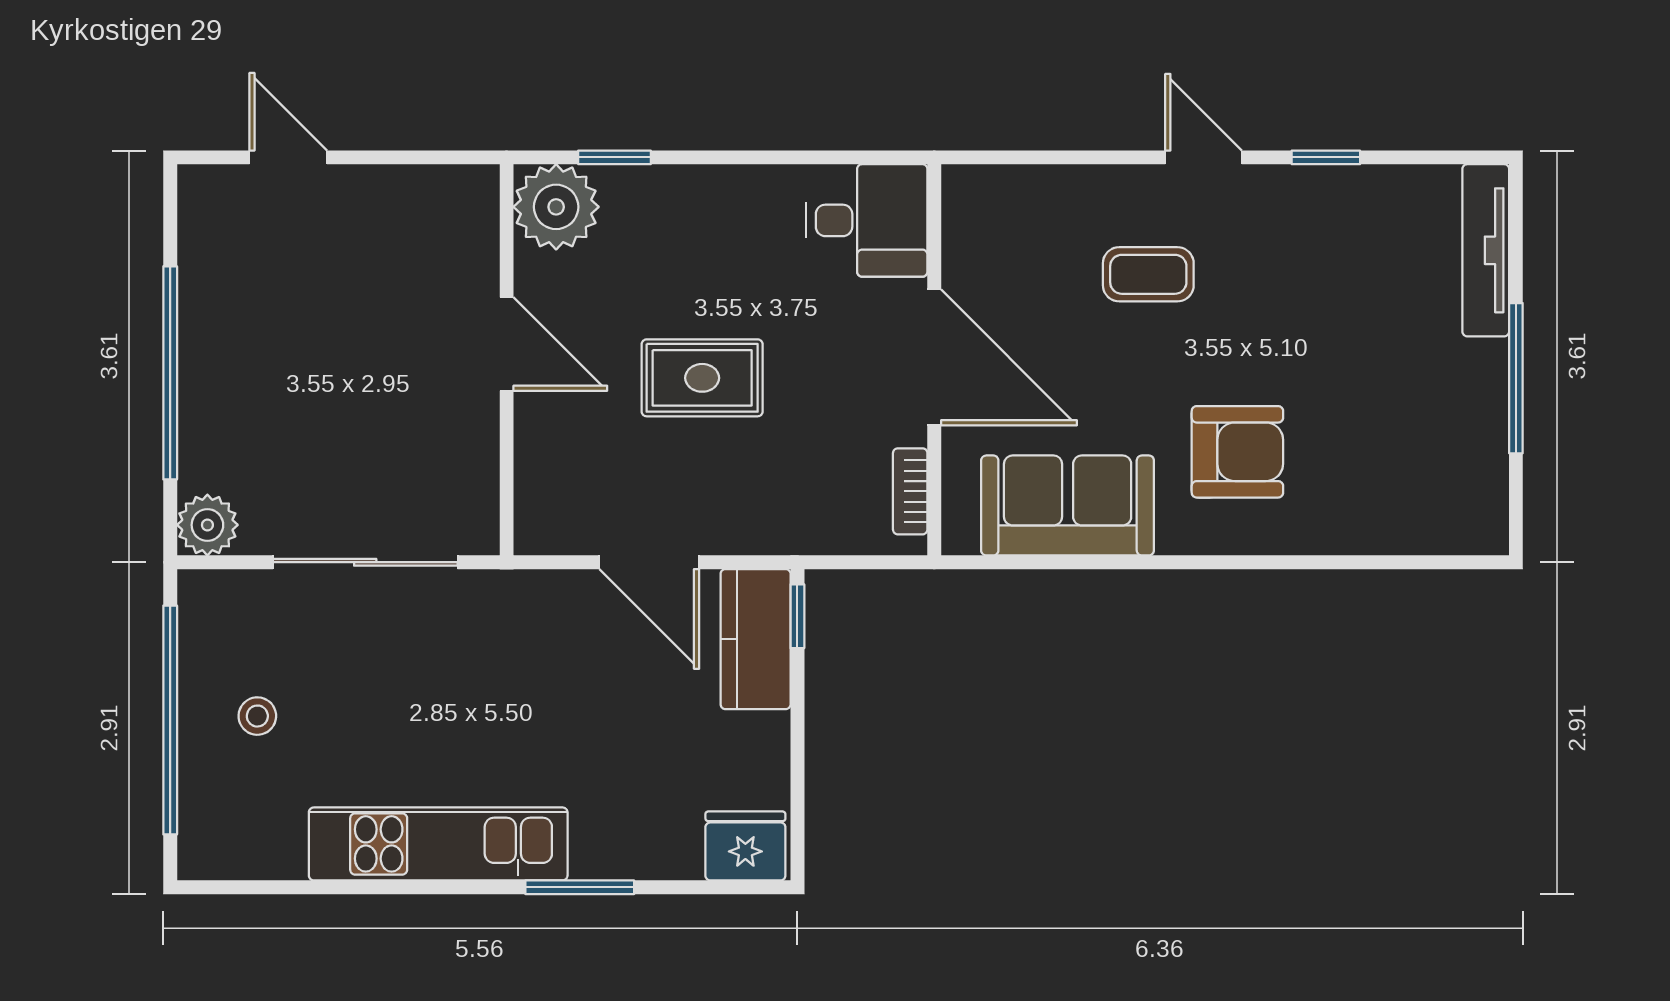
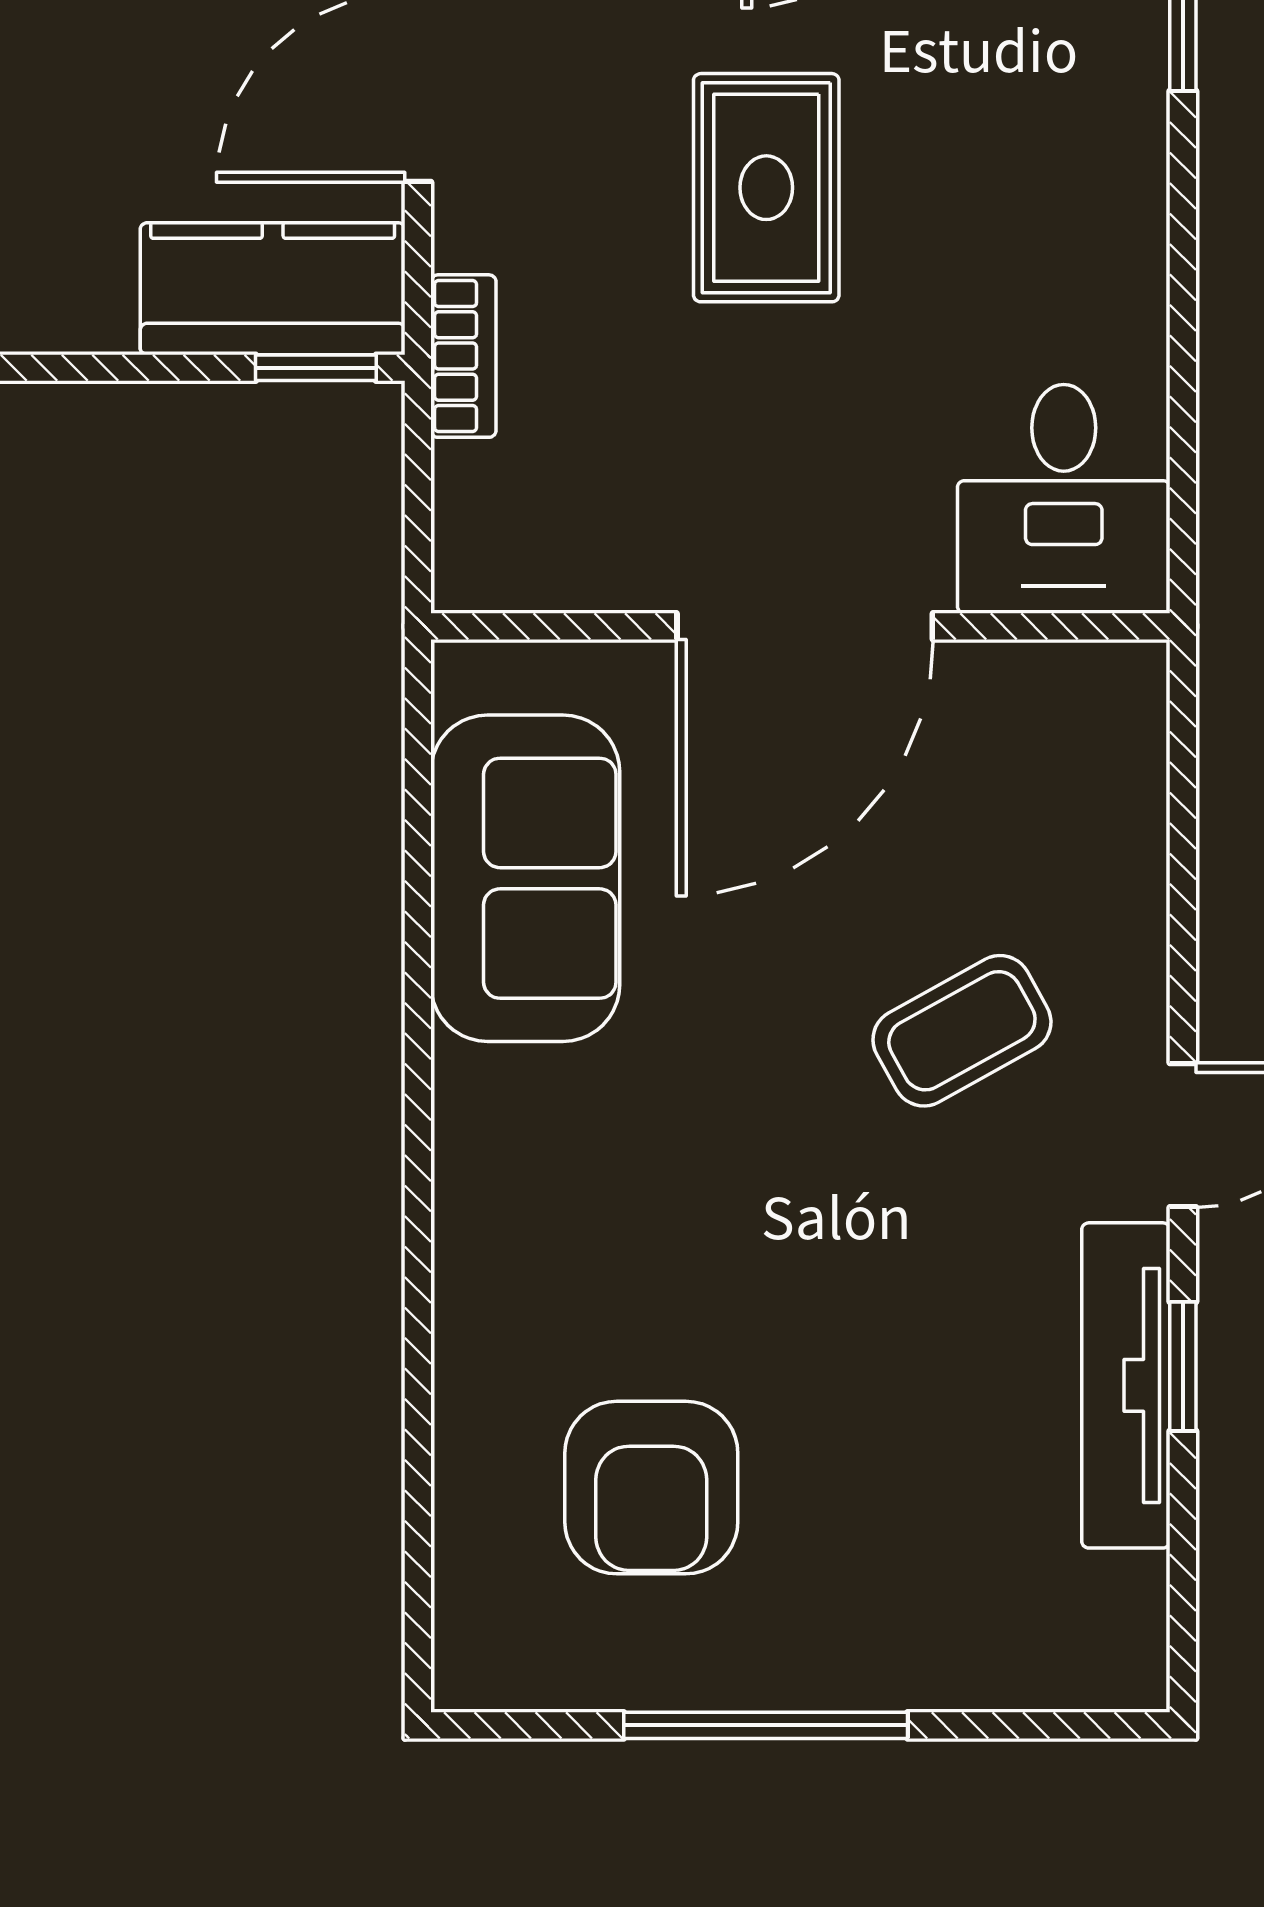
tv unit: (1486, 250) -> (1126, 1385), moved, turned -90
coffee table: (1148, 274) -> (962, 1031), turned 61
armchair: (1237, 452) -> (651, 1488), moved
bookcase: (910, 491) -> (463, 356), moved, turned 90

